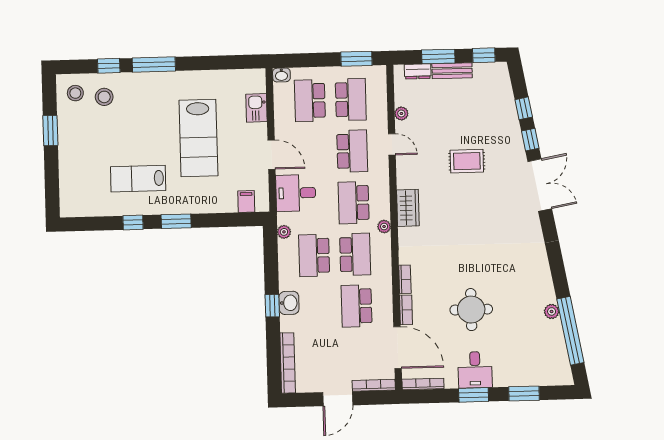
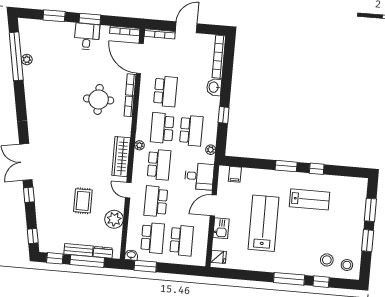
window: (438, 57) -> (87, 261), width x1.44
washbasin: (281, 75) -> (131, 255), moved
fridge: (256, 84) -> (219, 257), added
school desk: (351, 99) -> (153, 238), turned 180
kitchen sink: (256, 108) -> (221, 228), moved
window: (524, 108) -> (33, 236), moved
plant: (401, 113) -> (114, 219), width x1.88, depth x1.88
door: (392, 144) -> (128, 190), moved
door: (271, 155) -> (213, 205), hinge flipped
rug: (467, 161) -> (83, 201), moved, turned 90
window: (52, 174) -> (370, 210), added
wardrobe: (408, 208) -> (121, 157), width x1.50
washbasin: (289, 303) -> (214, 87), moved
window: (272, 306) -> (224, 115), moved
round table: (471, 310) -> (99, 99), moved
plant: (552, 311) -> (27, 60), moved

